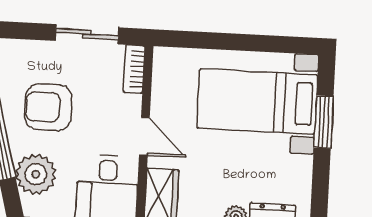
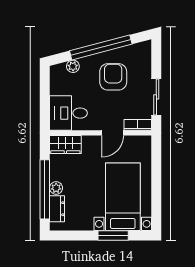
door: (144, 136) -> (113, 133), moved
plant: (36, 174) -> (73, 66), width x0.53, depth x0.53

